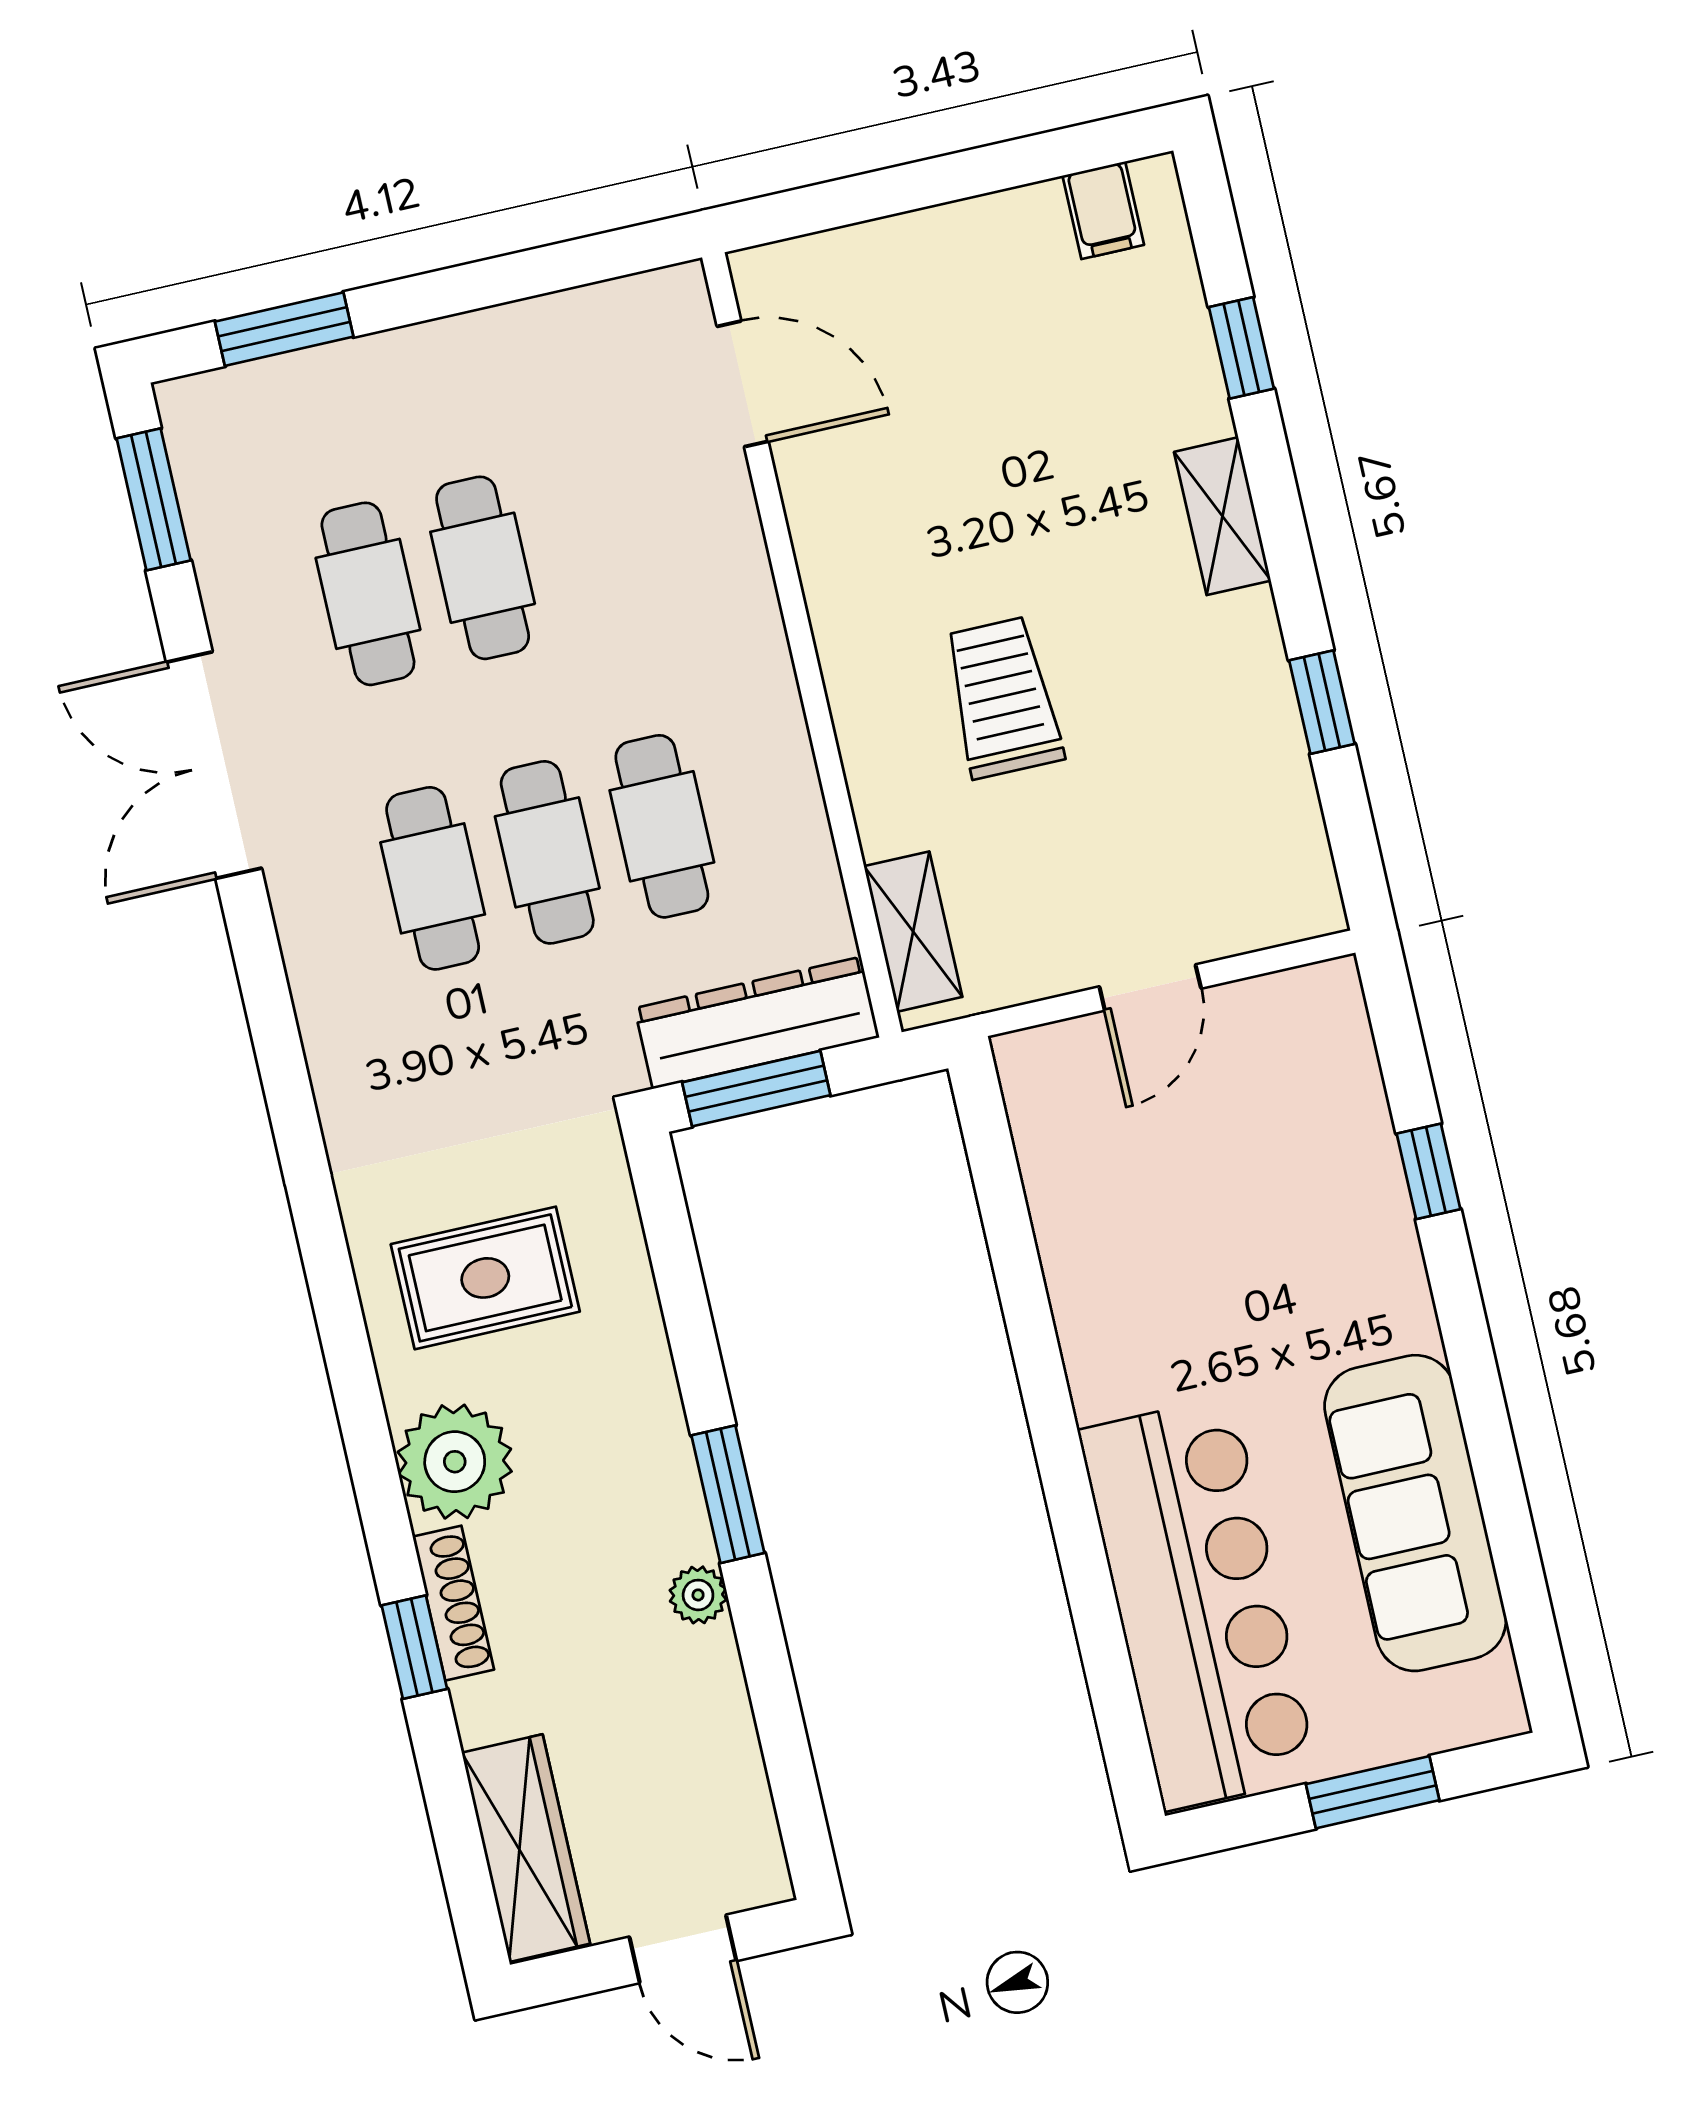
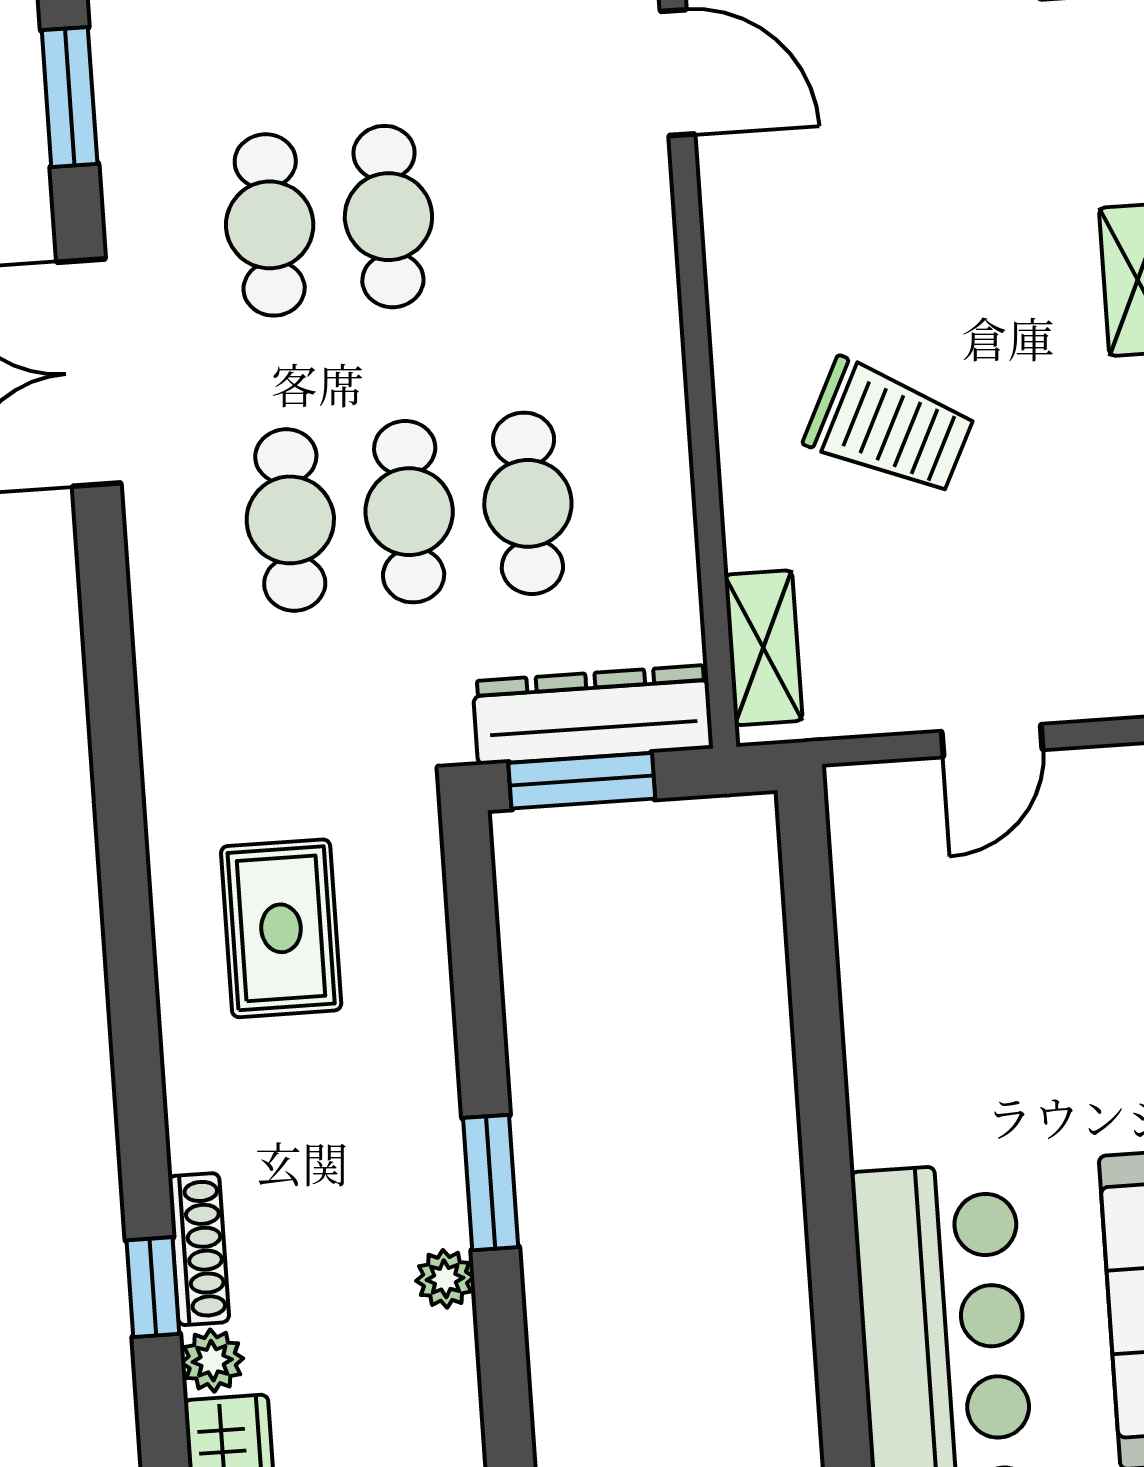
trolley: (1003, 698) -> (889, 427), turned 116
rug: (485, 1278) -> (281, 928), turned 90
plant: (455, 1462) -> (212, 1361), moved, width x0.53, depth x0.53

